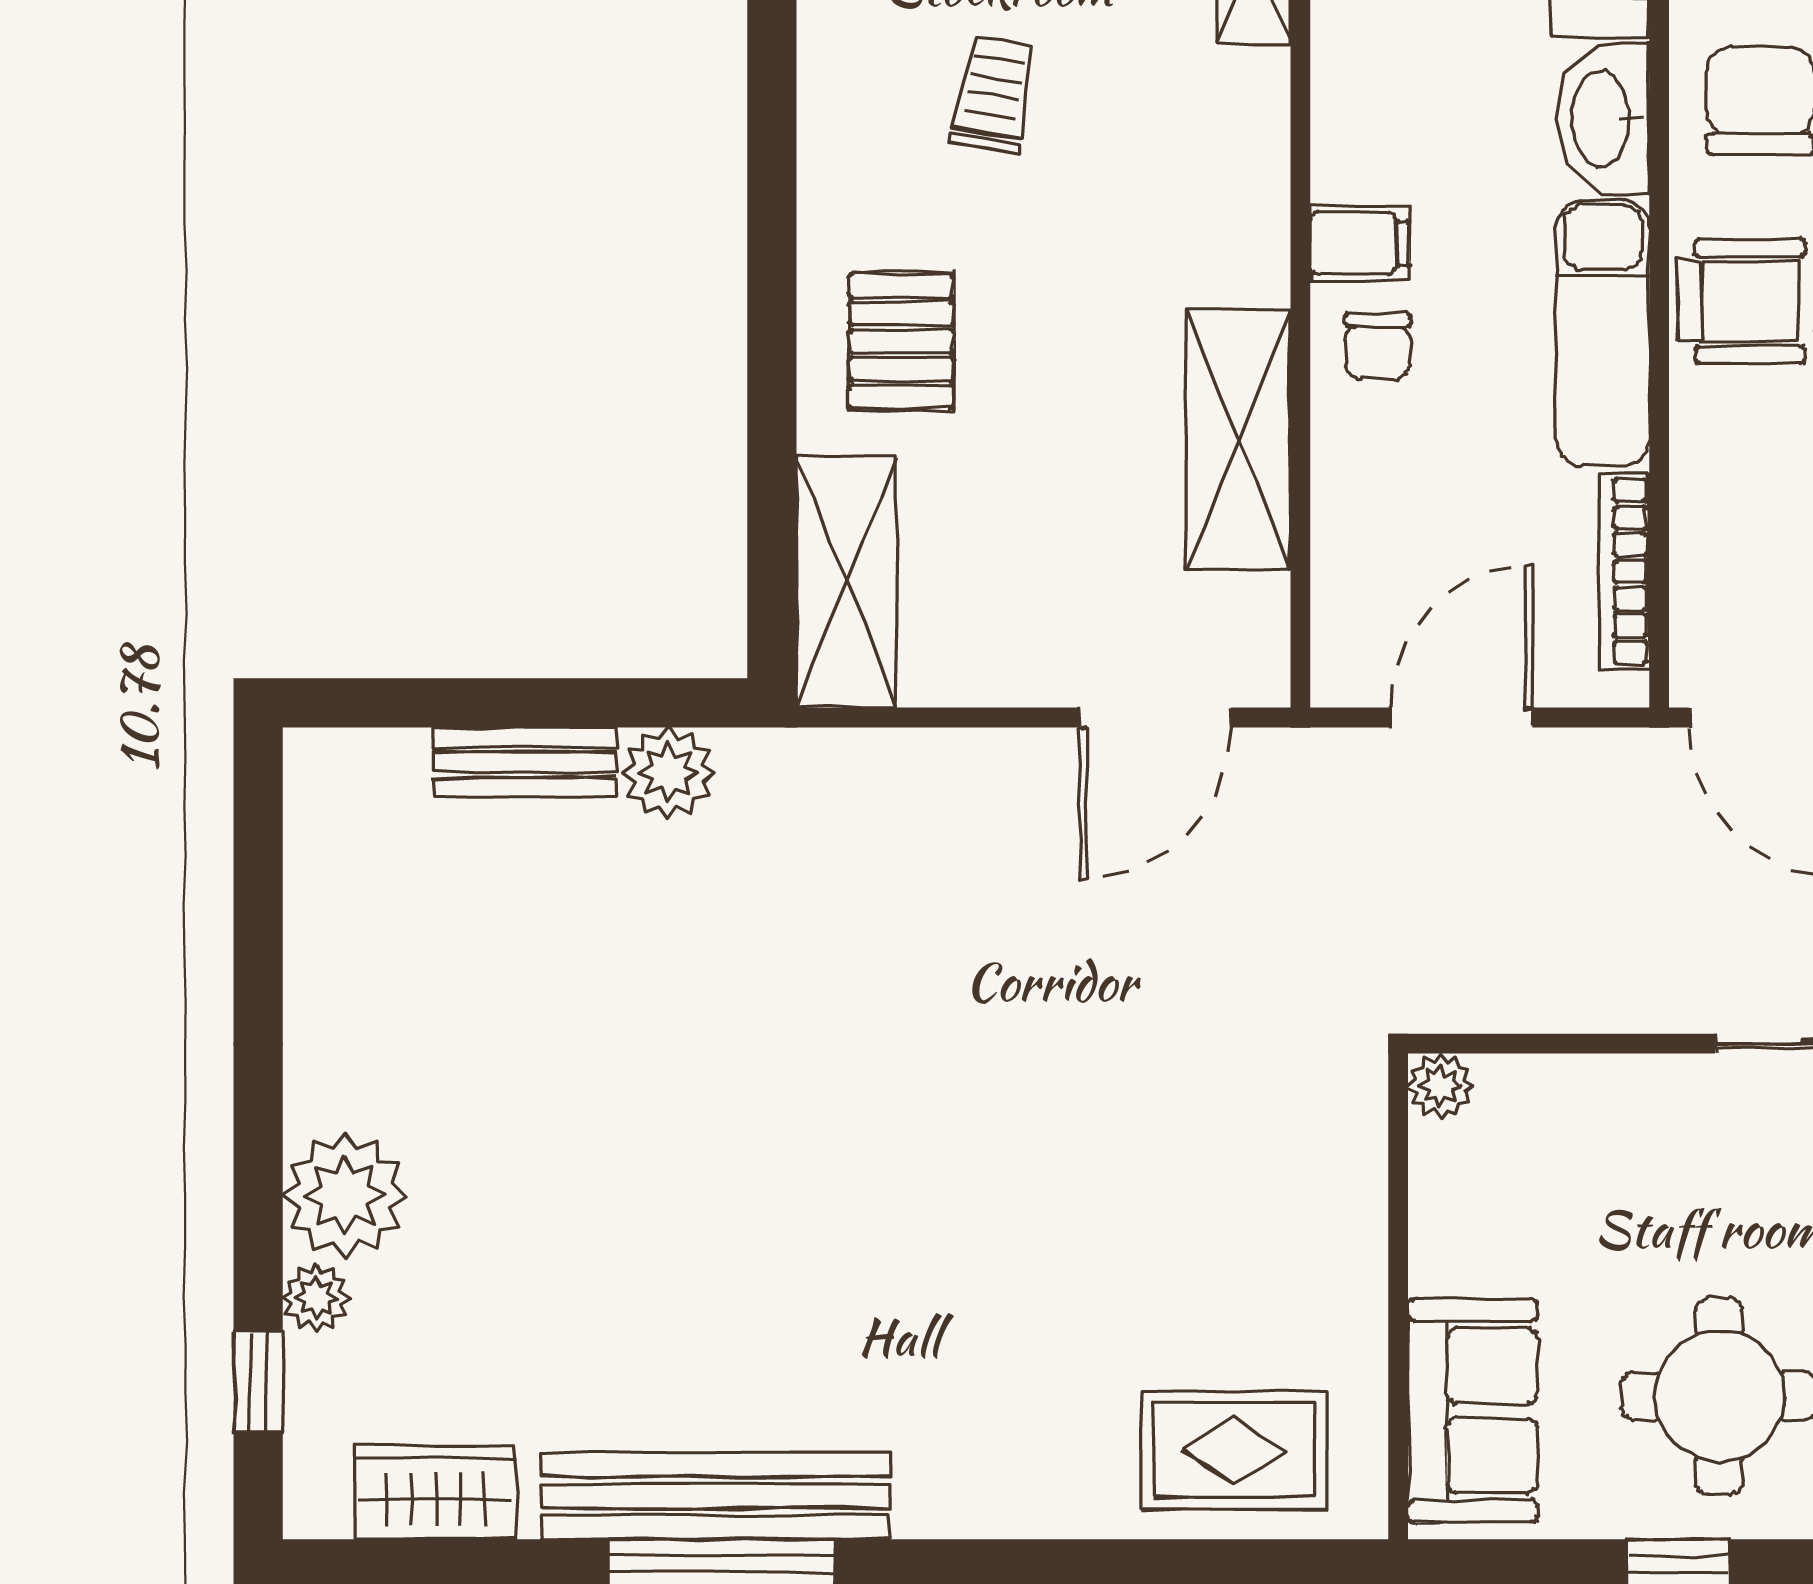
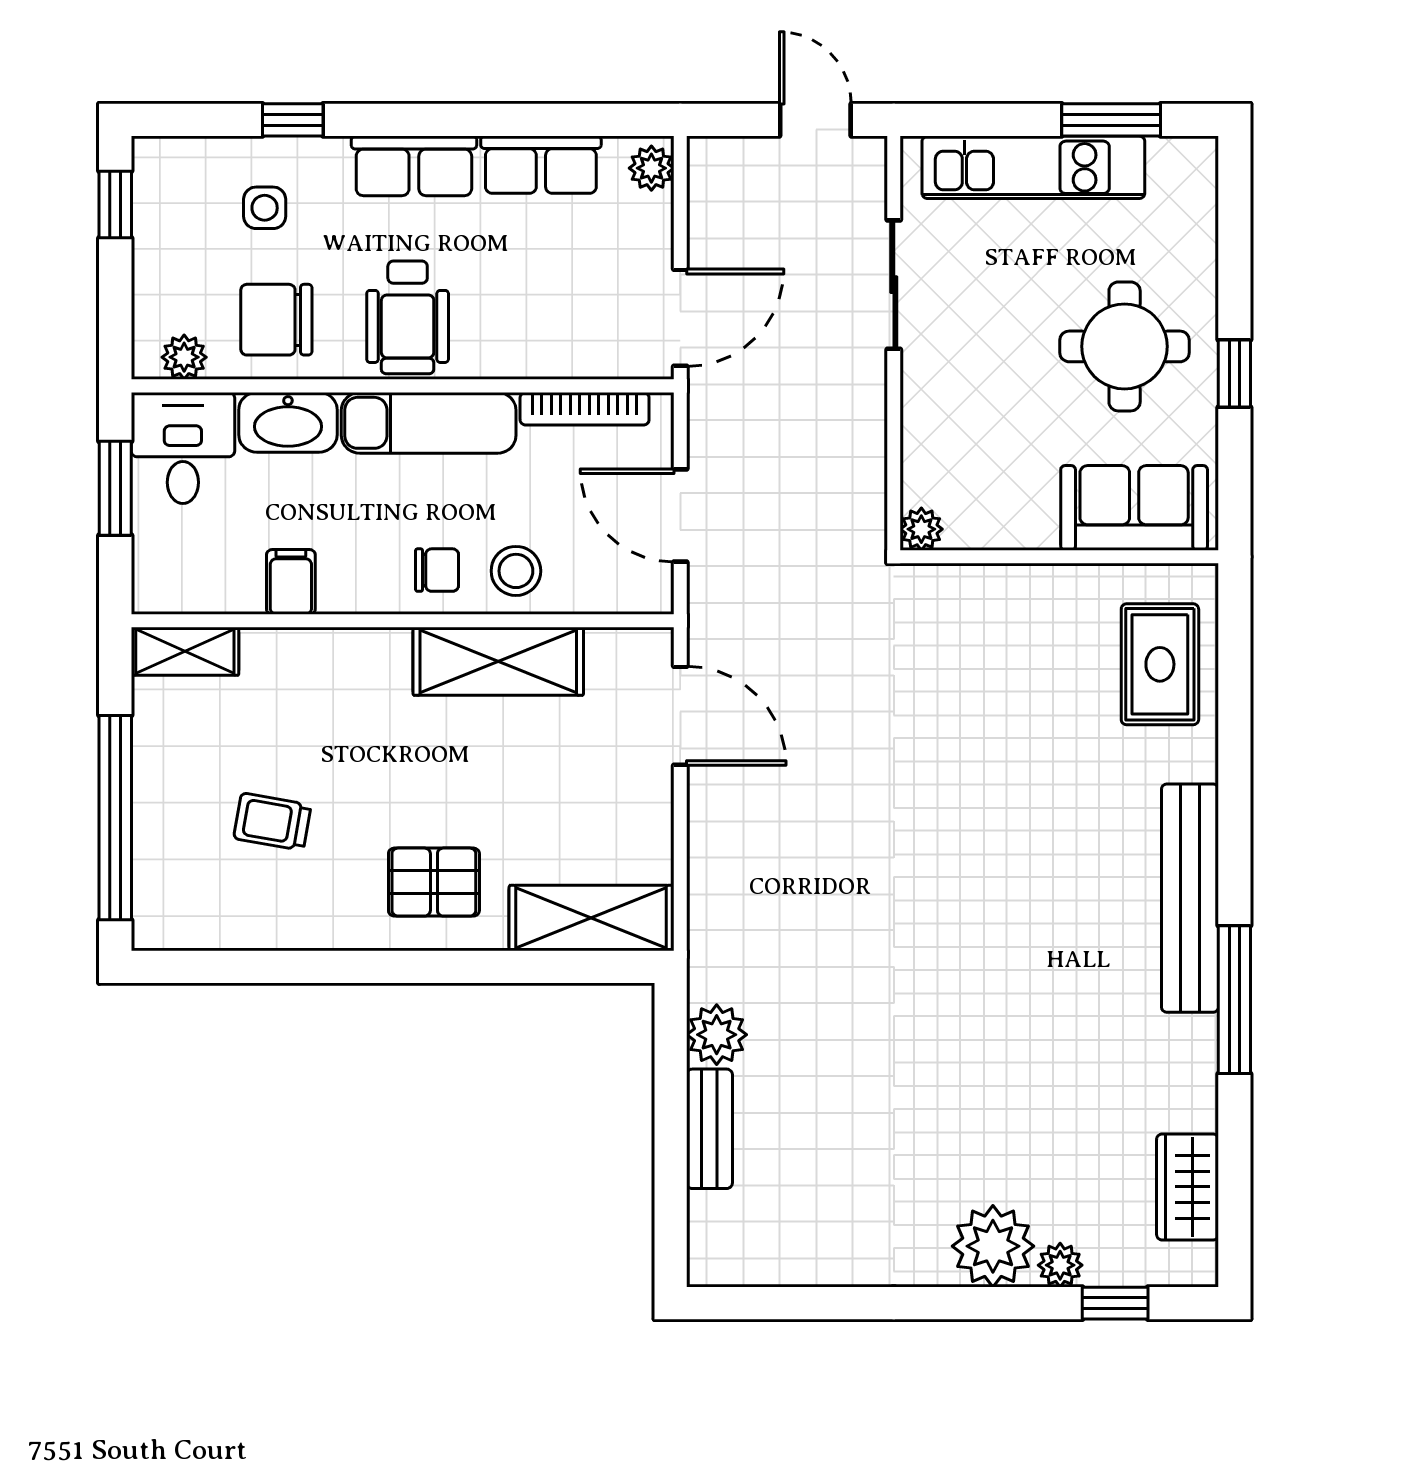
filing cabinet: (1360, 243) -> (291, 582), moved
stool: (1376, 467) -> (516, 571), added
bench: (716, 1496) -> (1190, 898), moved

